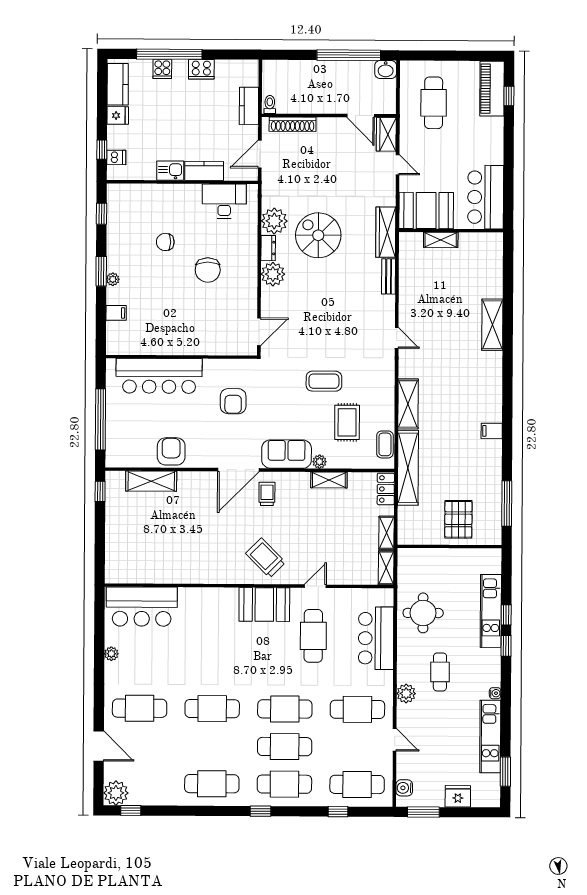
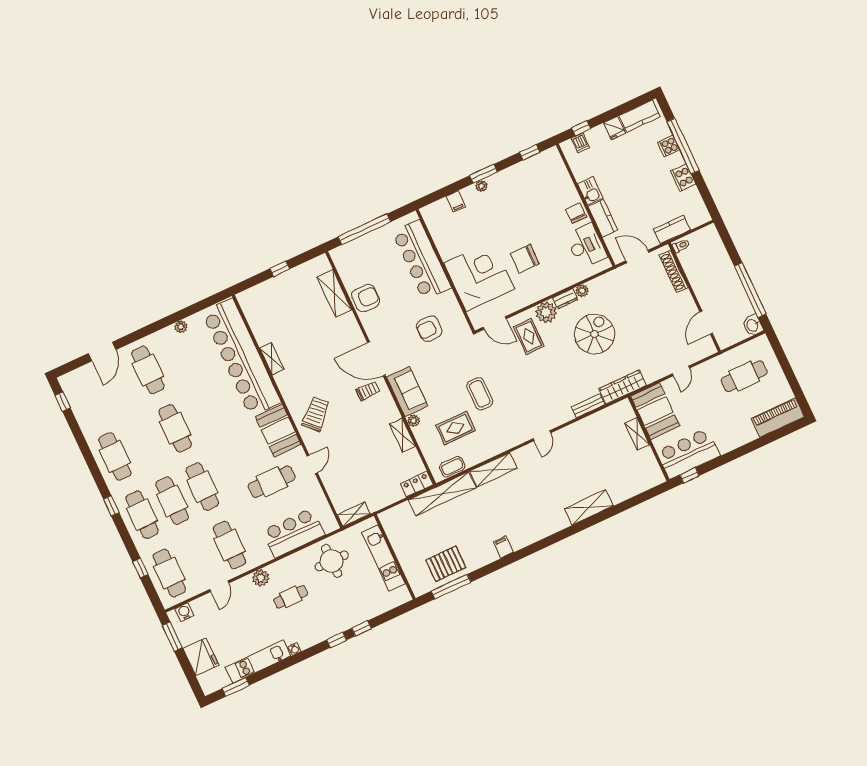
window: (509, 96) -> (689, 475), moved
wardrobe: (386, 134) -> (701, 350), removed
plant: (274, 221) -> (582, 291), width x0.53, depth x0.53
chair: (165, 242) -> (576, 213), moved
rug: (289, 303) -> (529, 336), added
corner desk: (204, 325) -> (479, 276), added
window: (100, 491) -> (280, 269), moved
pallet: (458, 519) -> (446, 564), moved
shelving: (387, 533) -> (272, 359), moved, turned 90
door: (315, 586) -> (312, 464), hinge flipped
bar counter: (142, 607) -> (242, 358), width x1.86
kitchen unit: (491, 611) -> (383, 558), moved, turned -90
plant: (116, 793) -> (71, 383), removed
fridge: (458, 796) -> (201, 657), width x1.36, depth x1.34

